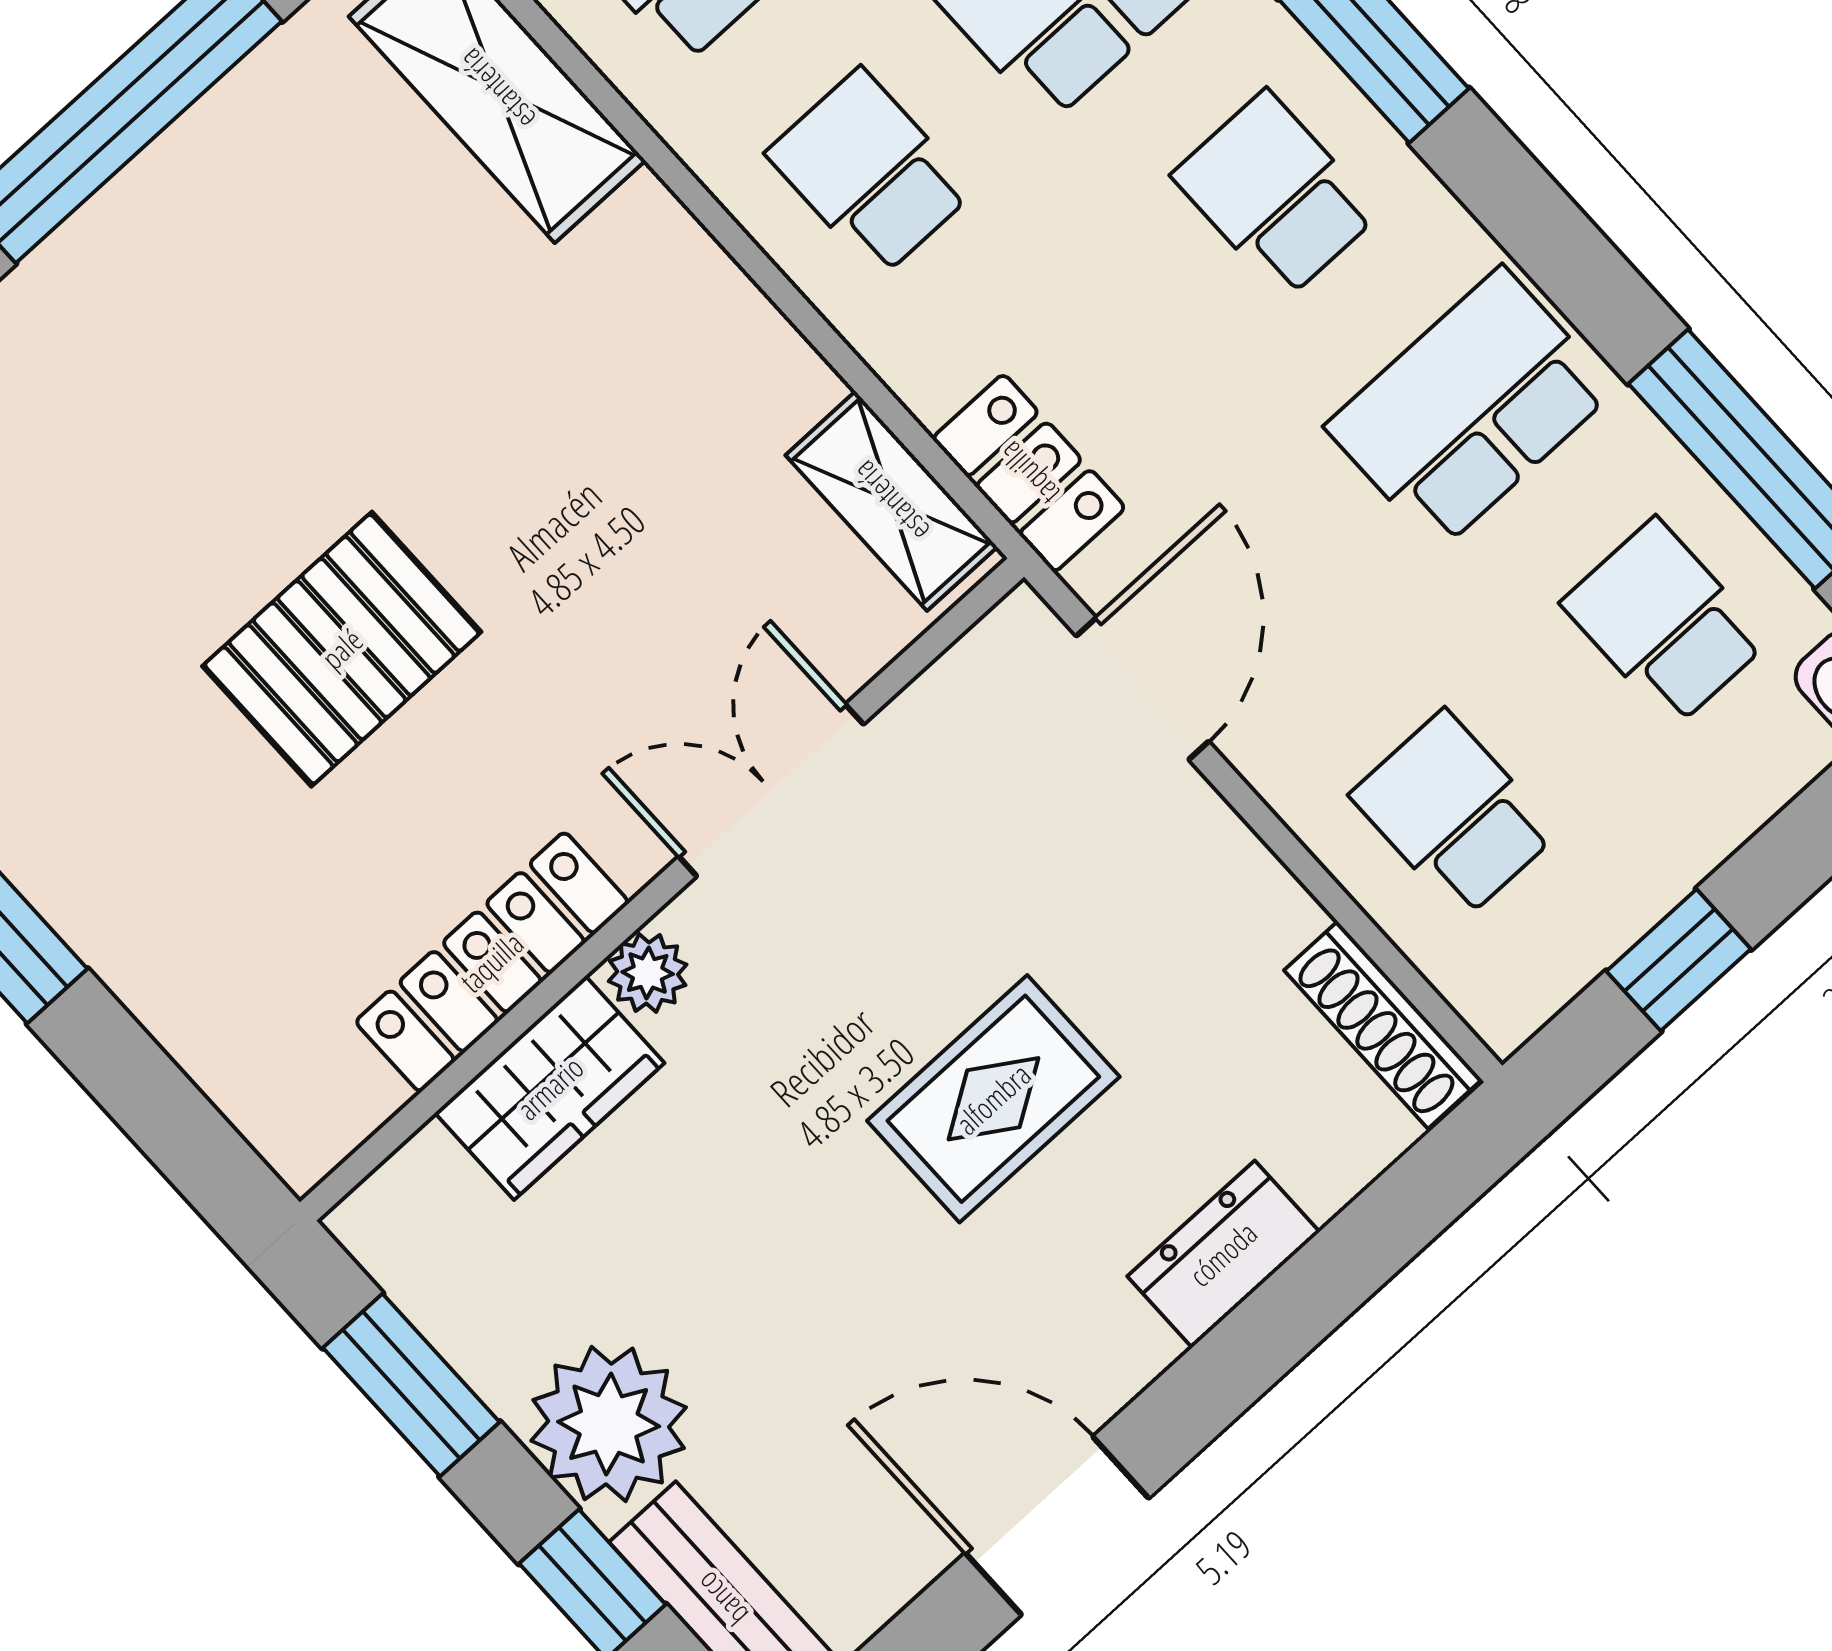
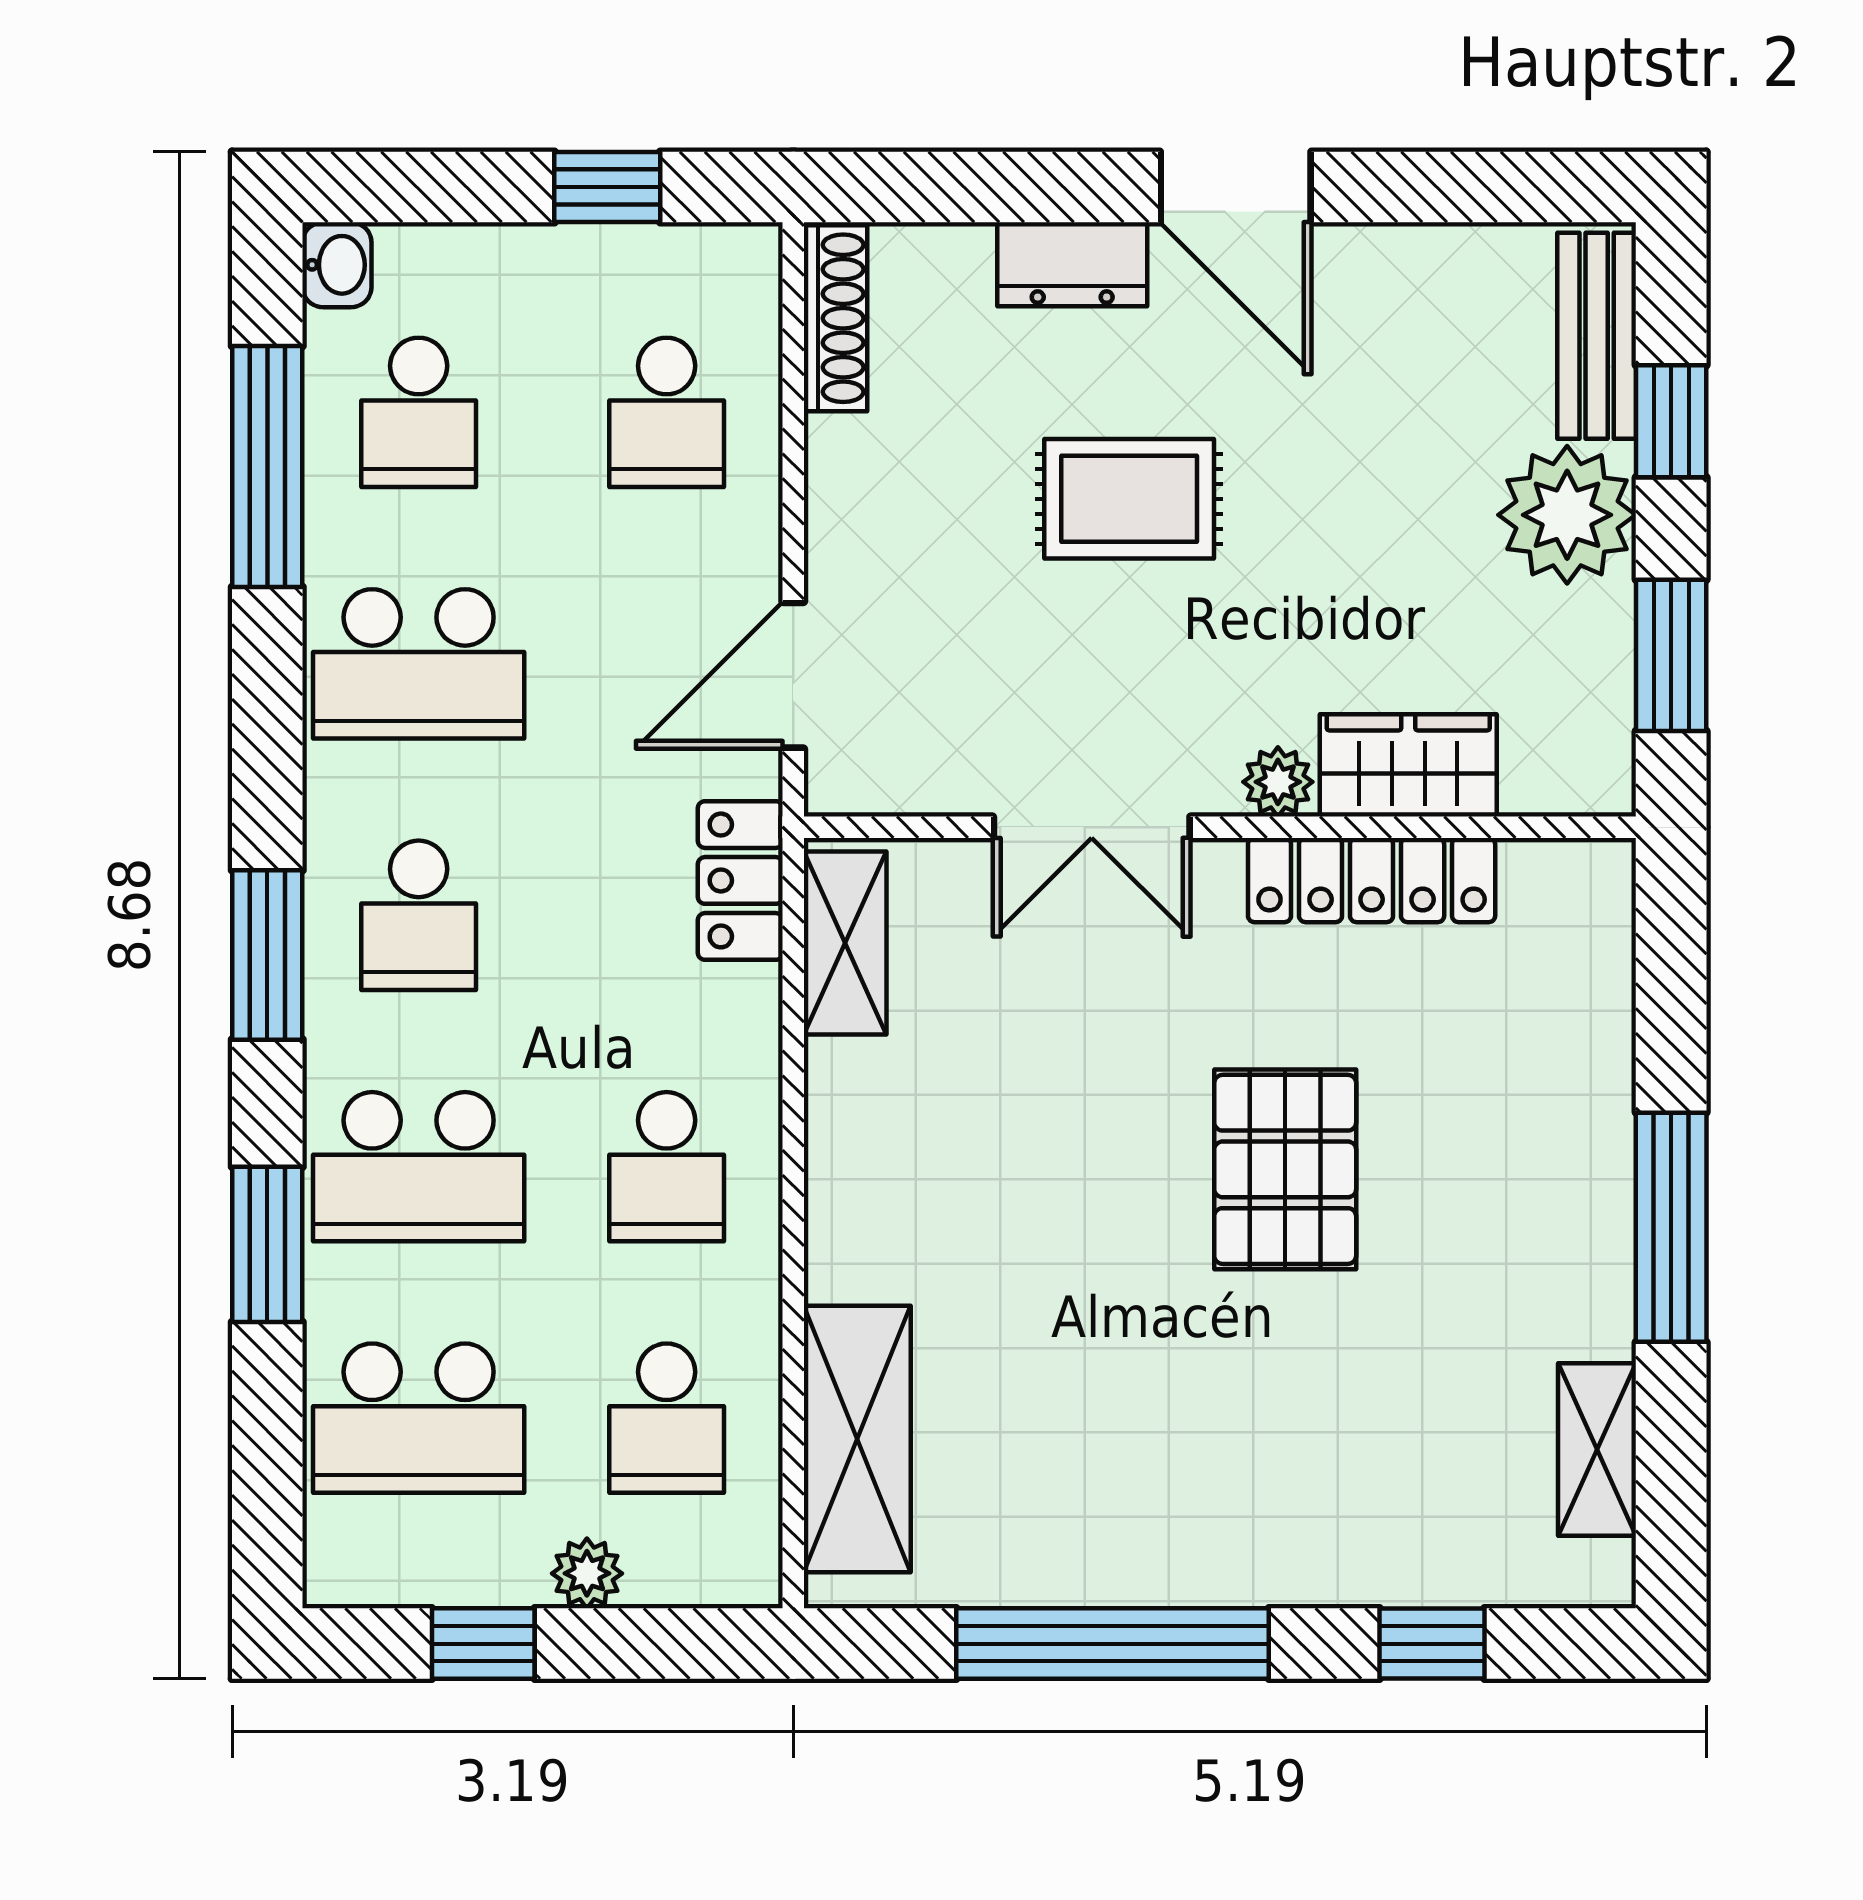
pallet: (342, 649) -> (1285, 1169), turned 90
door: (1057, 1526) -> (1236, 187), moved

